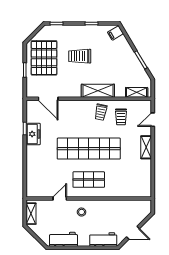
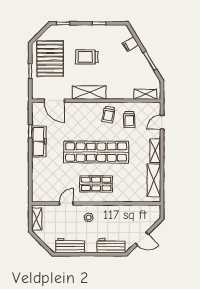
filing cabinet: (115, 33) -> (130, 44), moved
shelving: (98, 91) -> (89, 92), moved
freezer: (33, 134) -> (39, 141), width x1.40
shelving: (145, 176) -> (154, 180), added

